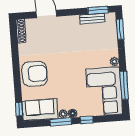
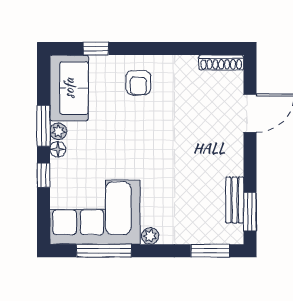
armchair: (34, 74) -> (138, 83), width x0.53, depth x0.53
window: (19, 109) -> (96, 49), moved

